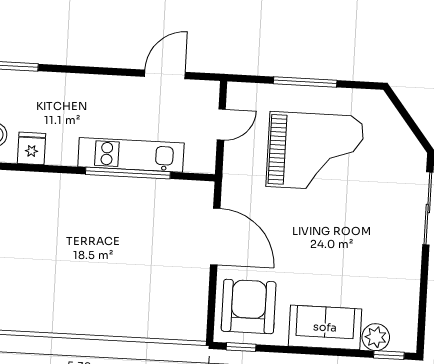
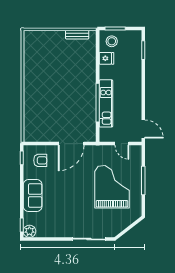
door: (165, 74) -> (143, 129), moved
grand piano: (315, 151) -> (112, 187), turned 180
armchair: (249, 307) -> (40, 160), width x0.53, depth x0.53
plant: (376, 337) -> (29, 231), moved

